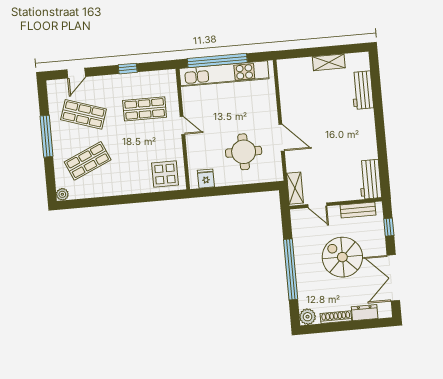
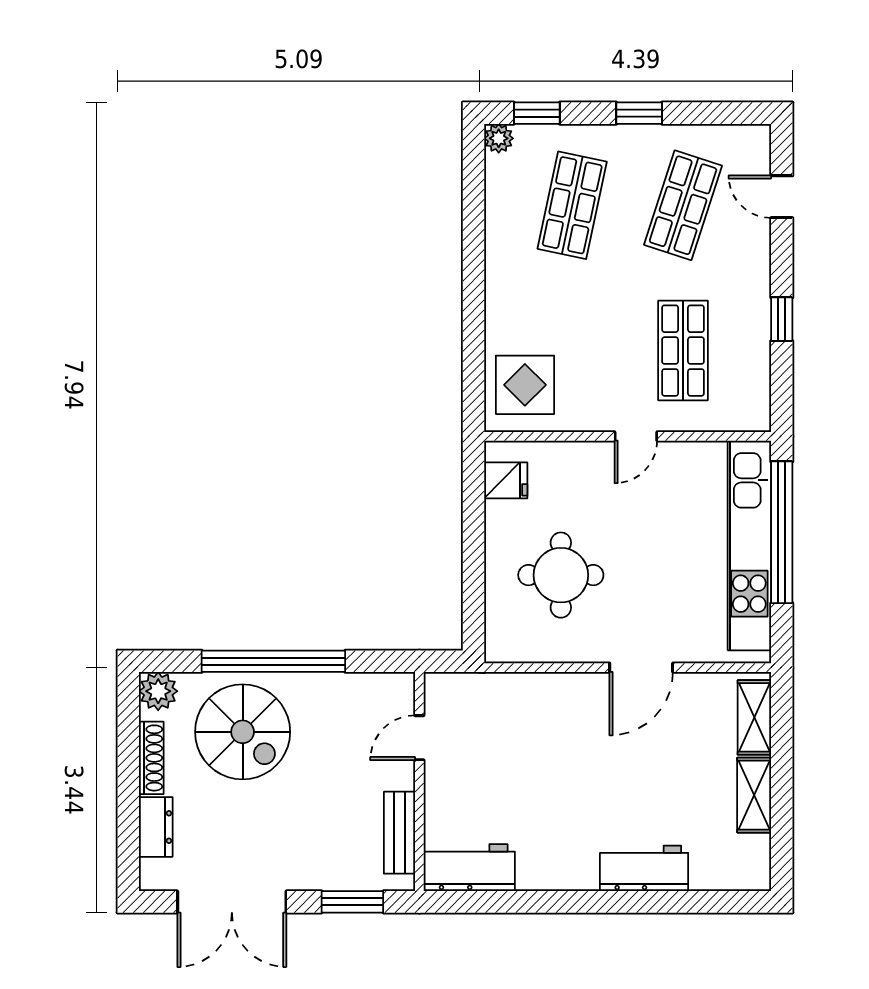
workbench: (362, 90) -> (644, 868), moved
window: (46, 136) -> (639, 113), width x0.46
door: (282, 138) -> (641, 668), moved
shop shelf: (88, 161) -> (572, 205), turned 36
window: (50, 179) -> (537, 113), added
shelving: (295, 188) -> (754, 717), moved, turned 90
window: (389, 227) -> (352, 902), width x1.50
spiral stairs: (342, 257) -> (243, 732), moved, turned 90
double door: (393, 278) -> (232, 902), swing flipped

